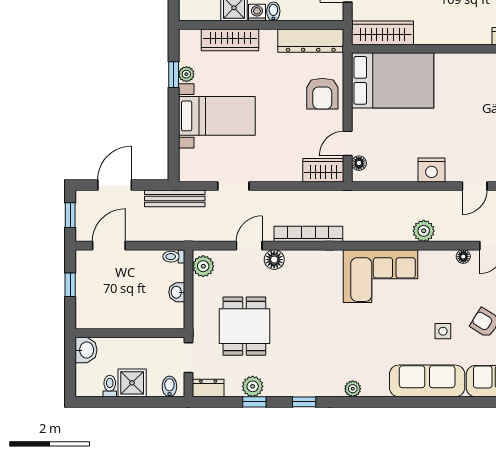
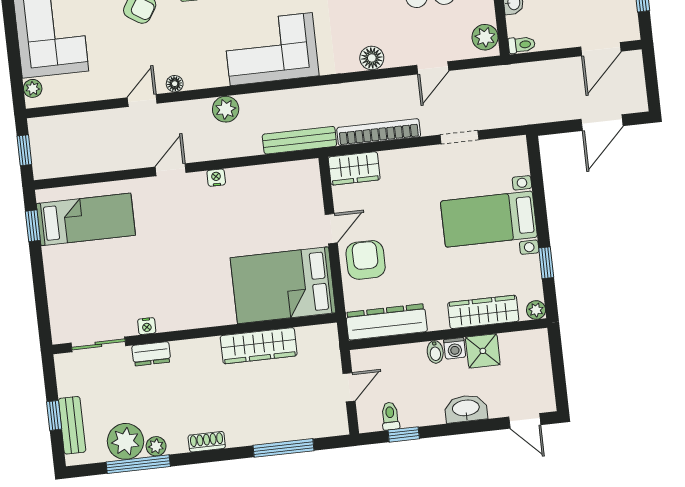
wardrobe: (382, 33) -> (259, 346), moved
plant: (186, 74) -> (536, 310), moved
door: (348, 143) -> (331, 229), moved
floor lamp: (359, 163) -> (312, 182), removed
nightstand: (431, 170) -> (216, 178), width x0.53, depth x0.56
bench: (175, 198) -> (299, 140), moved
window: (70, 215) -> (651, 81), removed
bookcase: (308, 234) -> (379, 132), moved, turned 180
floor lamp: (274, 260) -> (372, 58), moved

